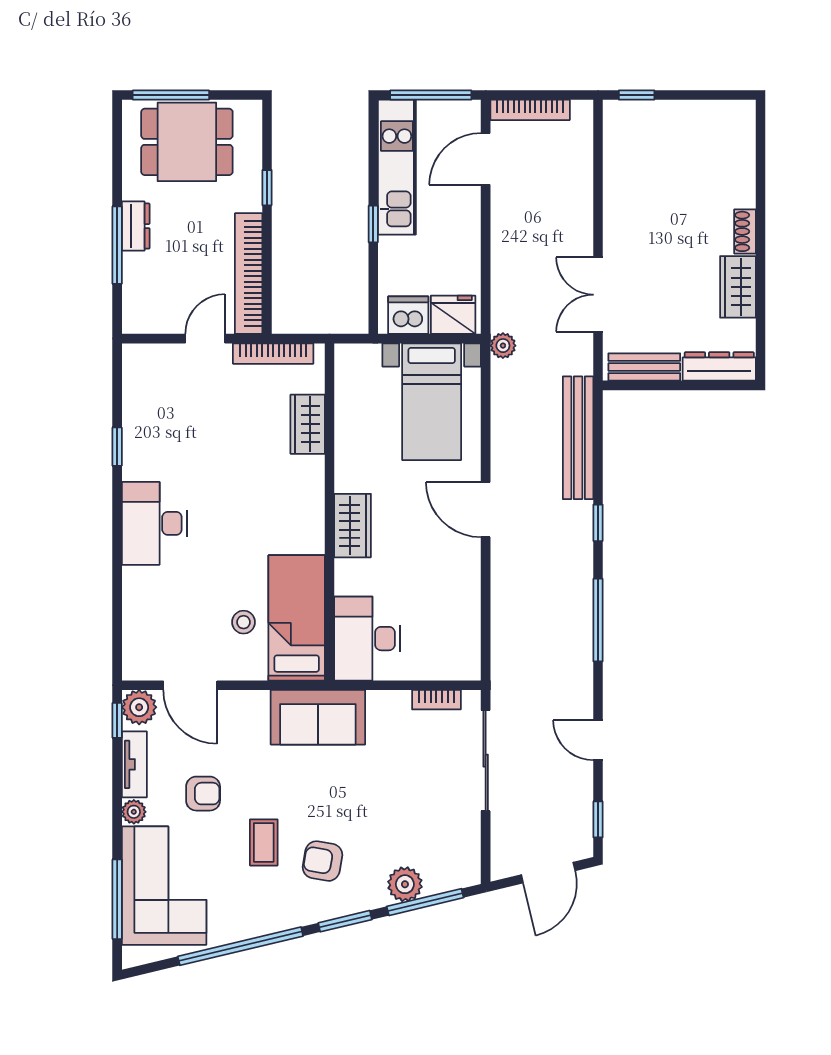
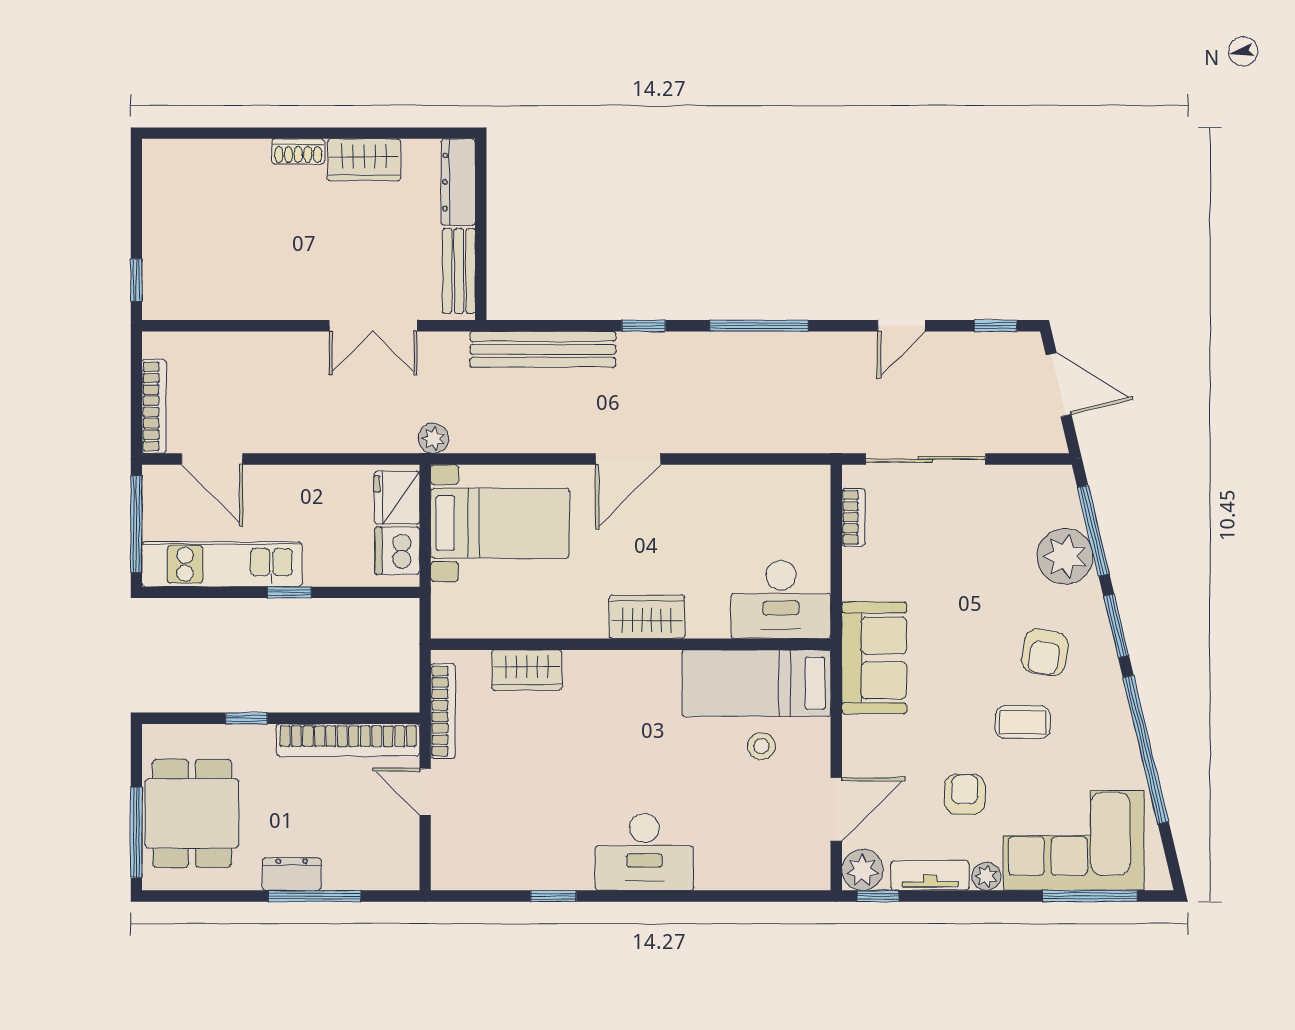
plant: (405, 884) -> (1065, 556), width x1.36, depth x1.36

